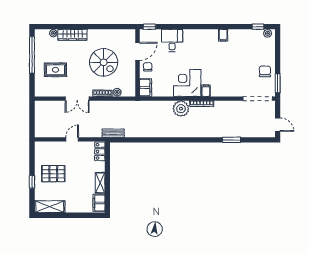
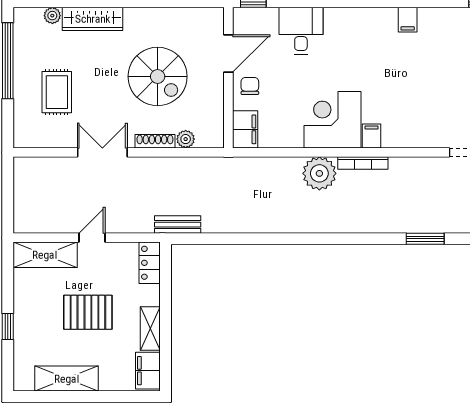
rug: (55, 70) -> (57, 92), turned 90
double door: (77, 99) -> (102, 152), swing flipped
shelving: (50, 147) -> (45, 255), added
pallet: (53, 174) -> (88, 312), moved
shelving: (50, 207) -> (67, 379), moved

